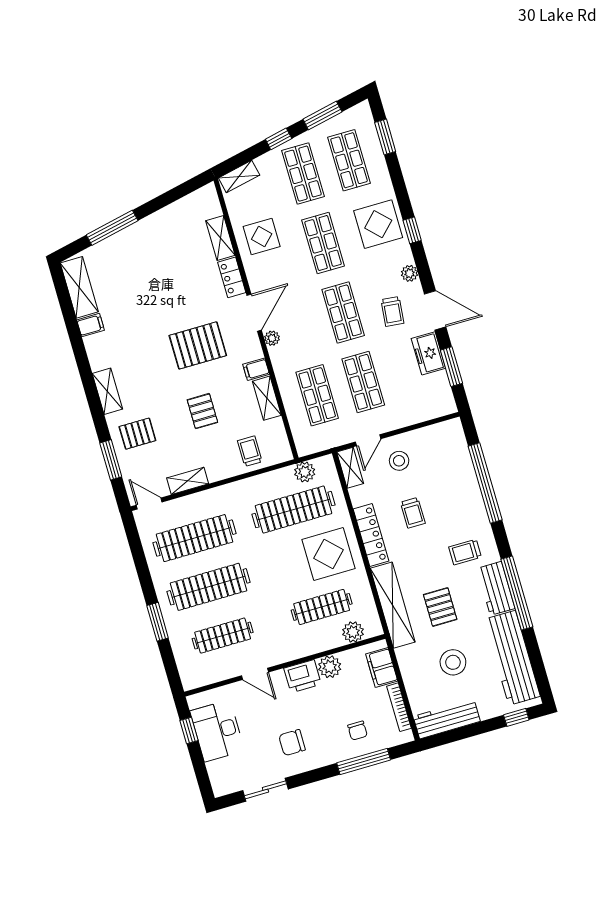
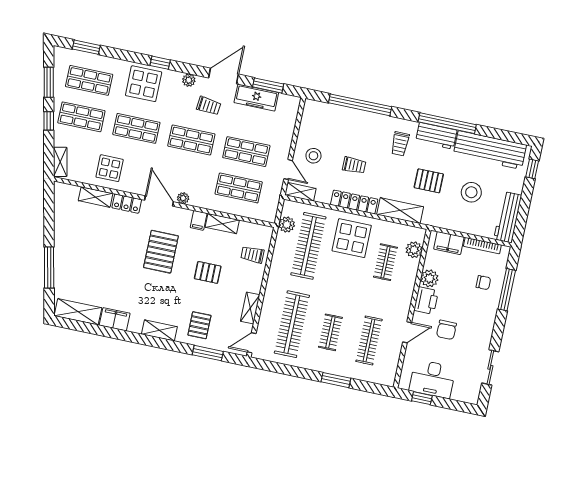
filing cabinet: (91, 325) -> (115, 319), width x2.00
freezer: (428, 353) -> (256, 98), width x1.40
clothes rail: (209, 587) -> (330, 332), width x0.54, depth x0.76
shelving: (393, 605) -> (400, 211), width x0.68
clothes rail: (322, 607) -> (385, 262), width x0.73
chair: (292, 743) -> (446, 330), moved

